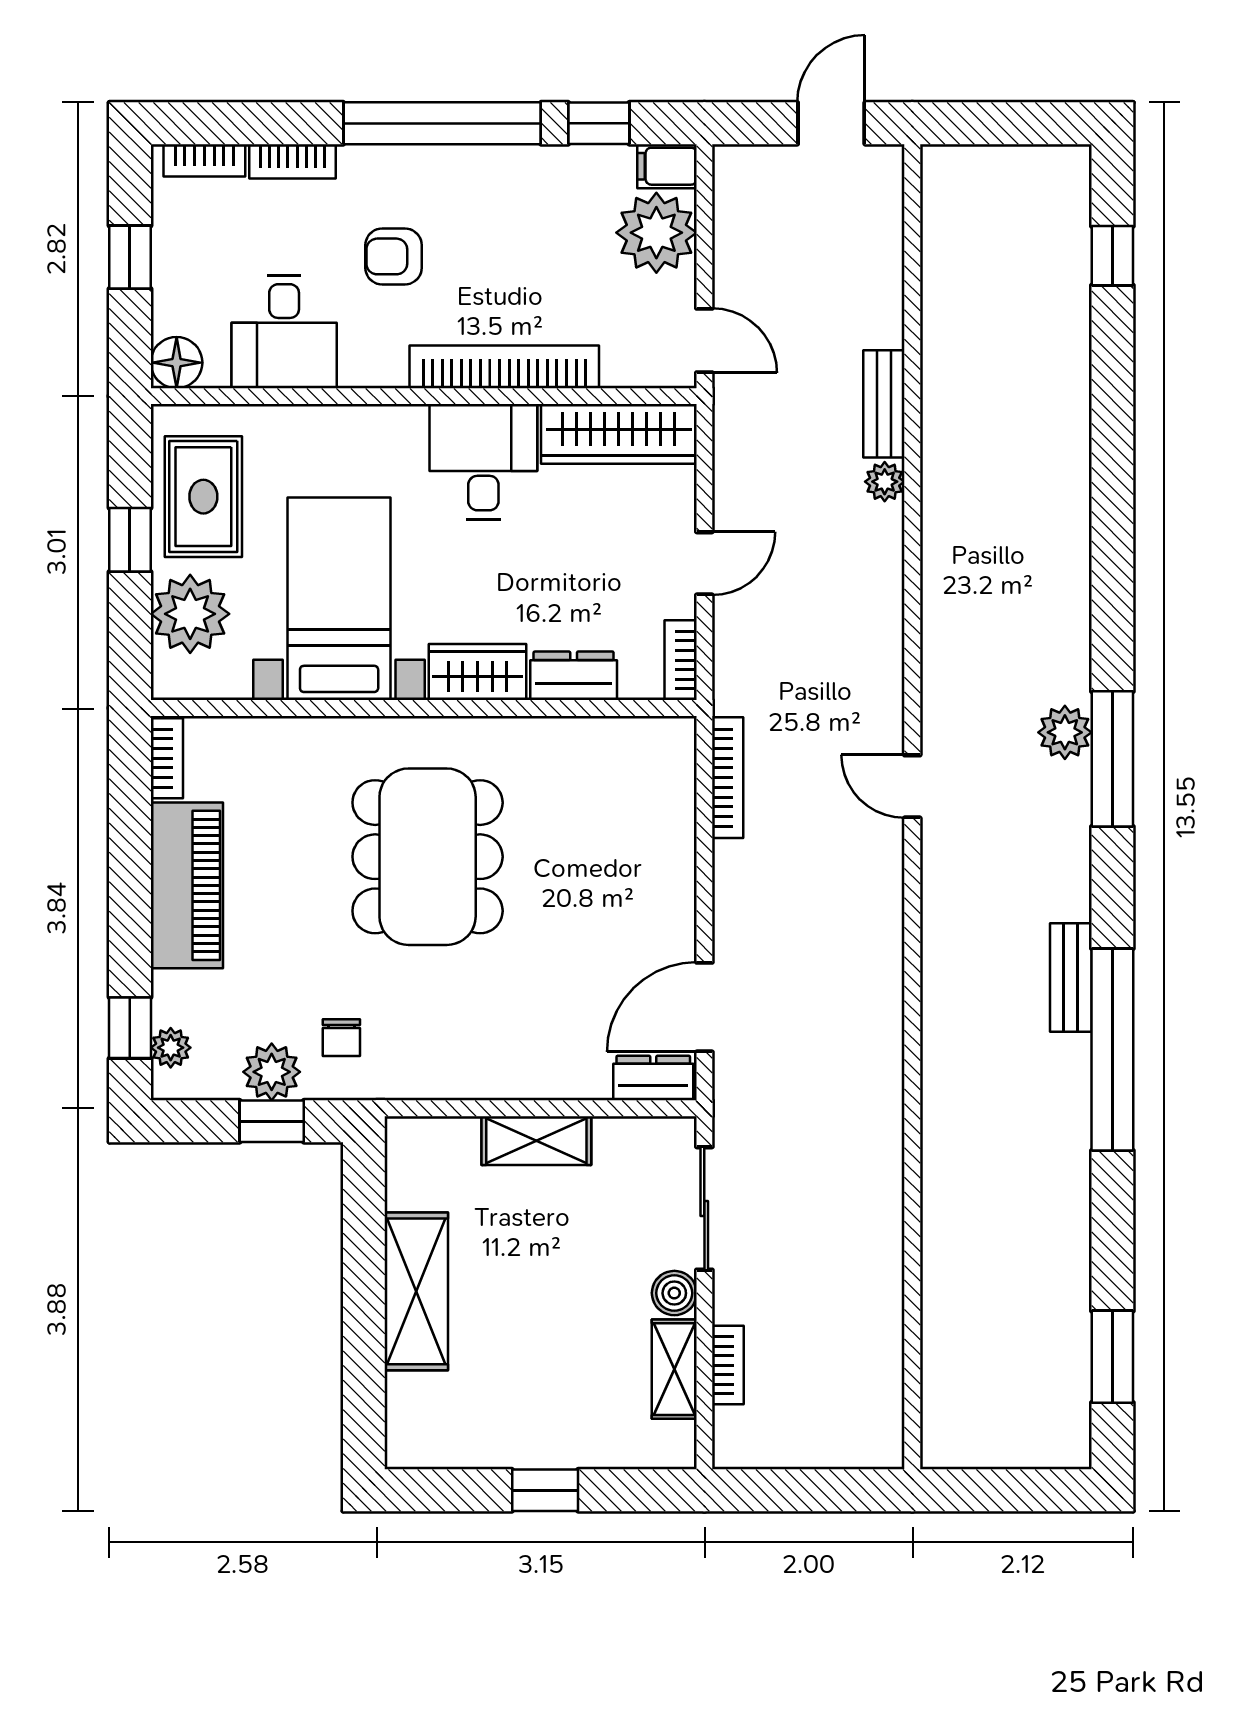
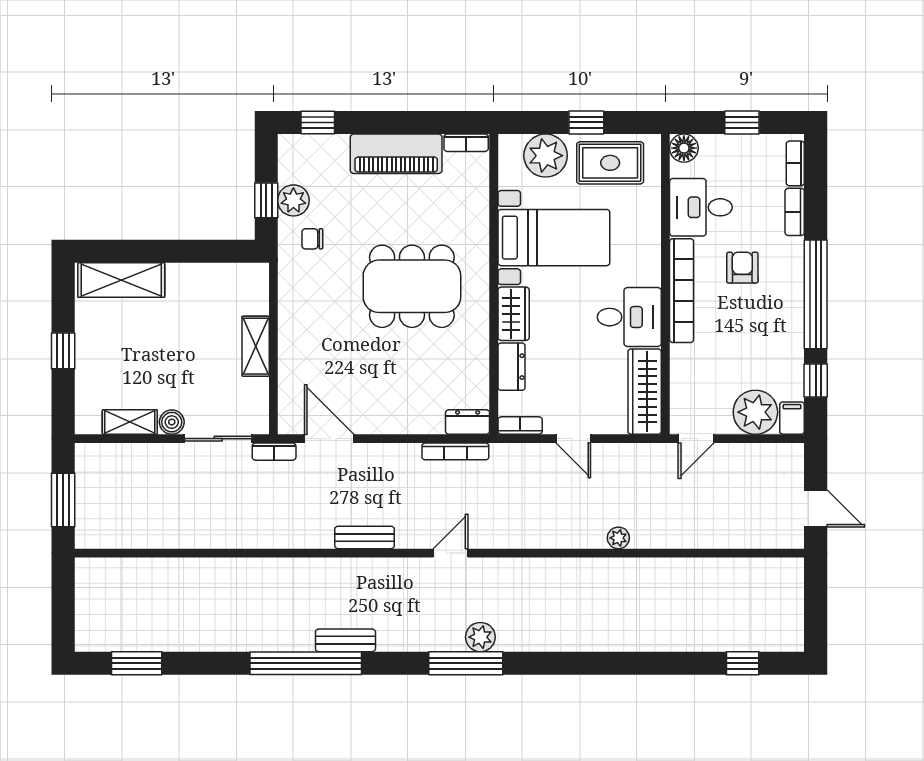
bookcase: (504, 367) -> (682, 291), moved
bench: (884, 404) -> (365, 537), moved
plant: (171, 1048) -> (307, 145), removed
dresser: (653, 1078) -> (468, 422), moved, turned -90
shelving: (416, 1291) -> (121, 280), moved
bookcase: (728, 1365) -> (274, 452), moved
window: (816, 1490) -> (63, 500), added

